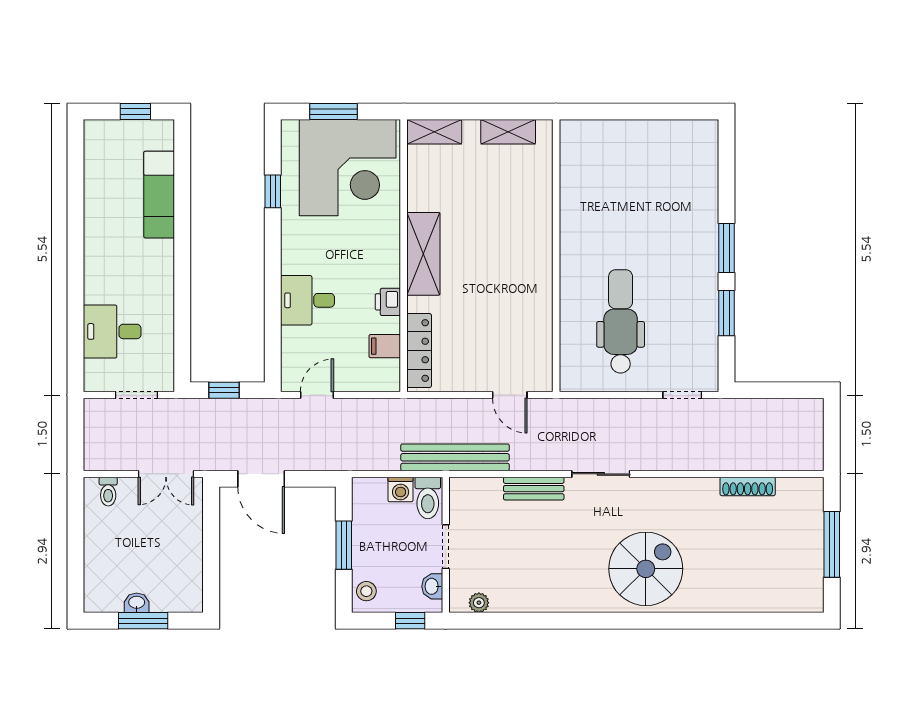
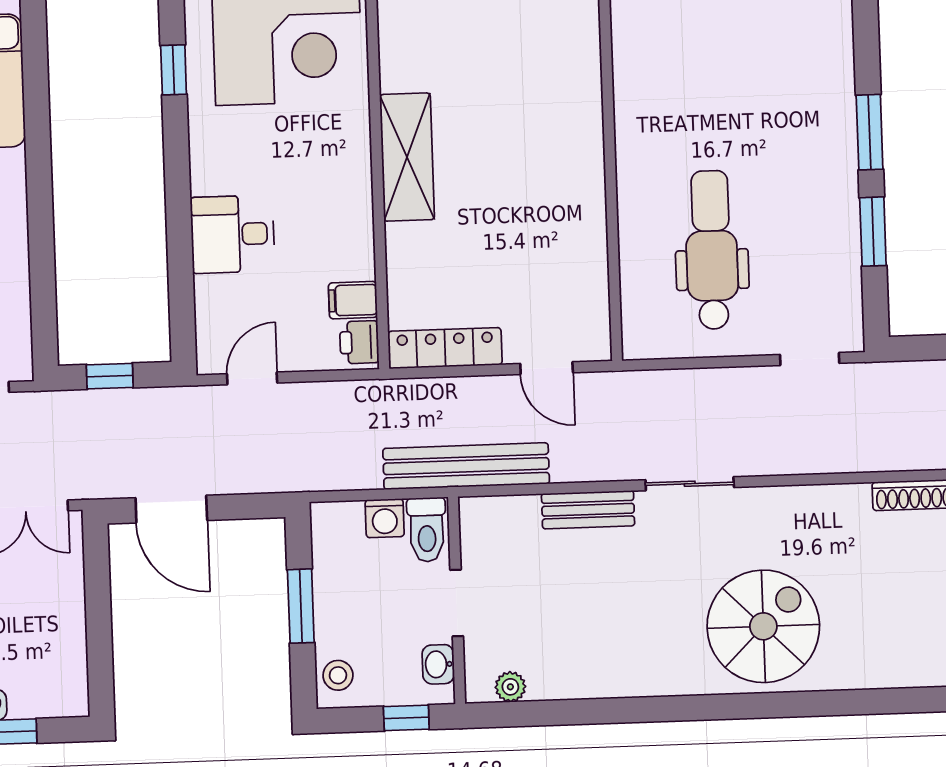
printer: (388, 302) -> (359, 342), moved
locker: (419, 351) -> (445, 348), moved, turned -90

